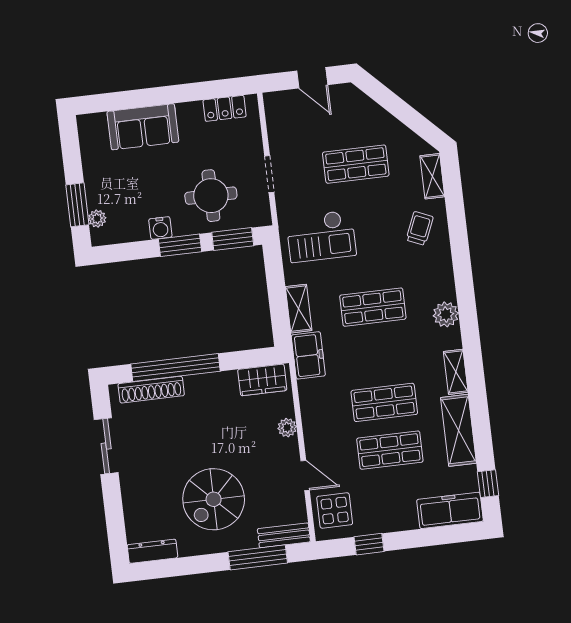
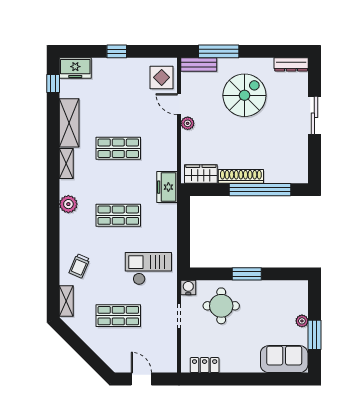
sofa: (143, 127) -> (284, 359), moved
window: (77, 205) -> (314, 335), moved
plant: (97, 219) -> (302, 321), moved
water cooler: (160, 228) -> (188, 288), moved
window: (233, 239) -> (210, 274), removed
shelving: (299, 309) -> (170, 220), removed
shoe rack: (151, 390) -> (241, 176), moved
plant: (287, 428) -> (188, 123), moved
sliding door: (106, 446) -> (314, 115), moved
shop shelf: (390, 450) -> (118, 115), removed
freezer: (450, 510) -> (75, 68), width x0.71
window: (369, 544) -> (117, 51), moved

